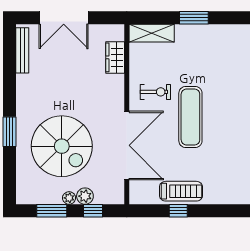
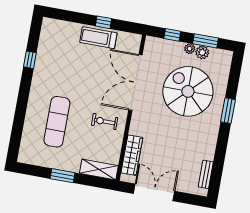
double door: (64, 18) -> (154, 192), moved
bench: (22, 50) -> (206, 174), width x0.73
wardrobe: (115, 57) -> (132, 155), width x1.50
exercise mat: (190, 117) -> (57, 122), moved
plant: (85, 196) -> (202, 52), moved

